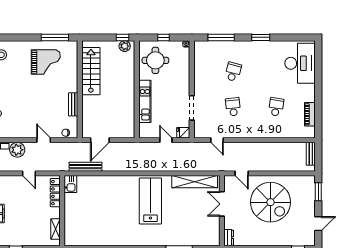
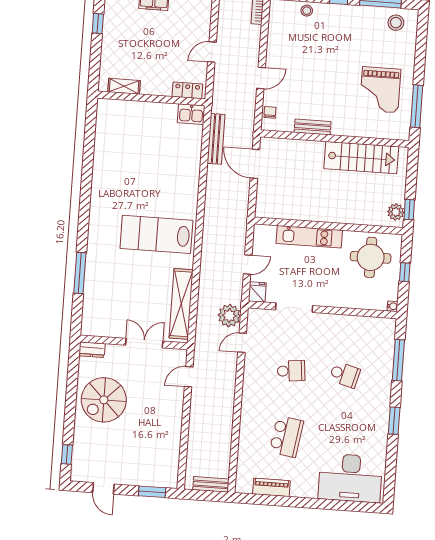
school desk: (276, 107) -> (286, 436), width x1.85
plant: (17, 150) -> (229, 316), moved
locker: (55, 193) -> (187, 90), width x0.66
lab bench: (150, 201) -> (156, 234), turned 180
spiral stairs: (270, 202) -> (104, 400), moved, width x0.73, depth x0.73

